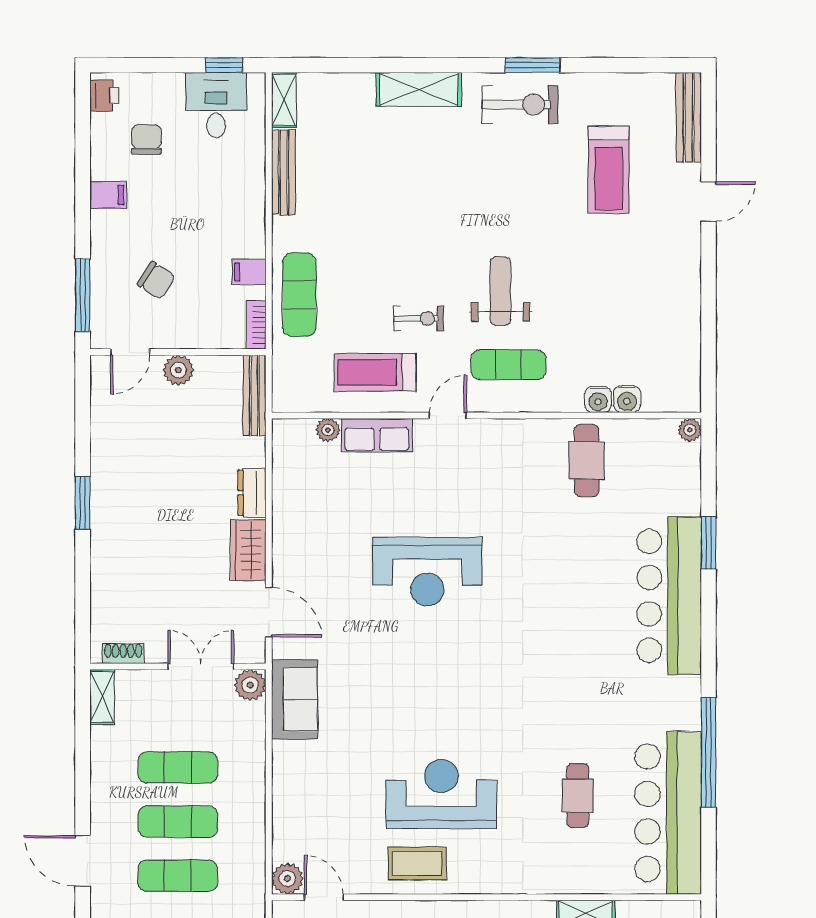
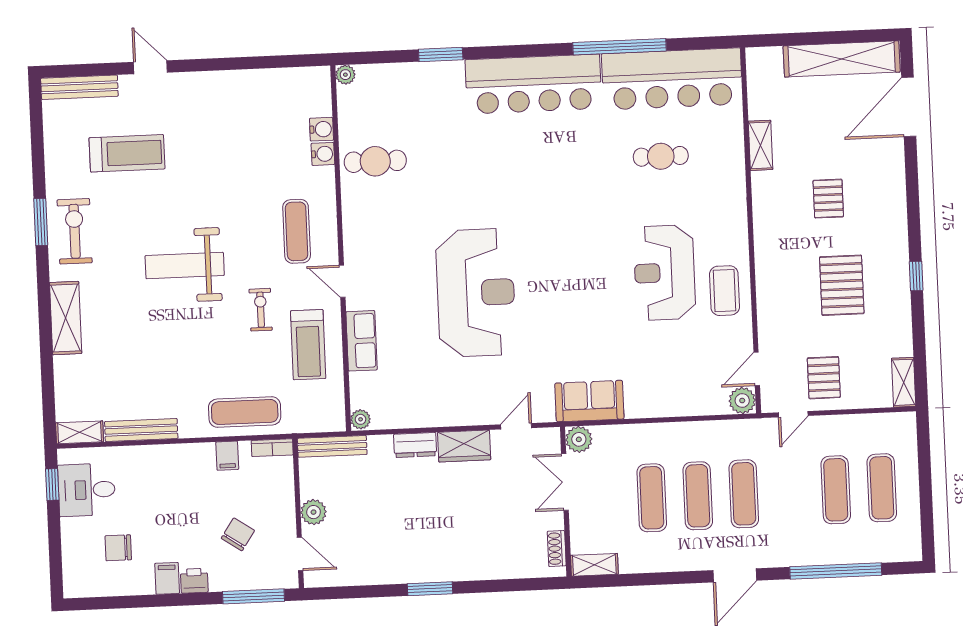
printer: (104, 96) -> (194, 581), moved
weight bench: (500, 291) -> (185, 266), moved, width x1.36, depth x1.33
plant: (328, 430) -> (361, 419), moved
reception desk: (427, 572) -> (476, 293), width x1.36, depth x1.30
bar counter: (669, 596) -> (533, 84), moved
door: (269, 612) -> (516, 426), width x0.73

